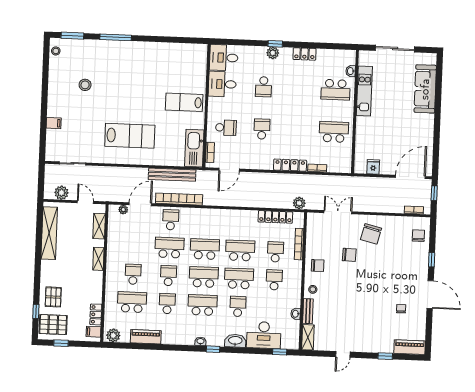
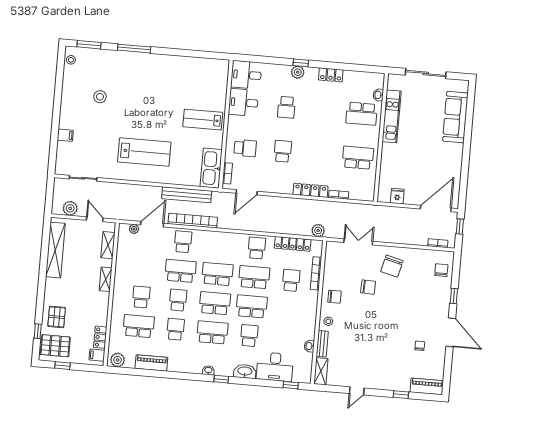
school desk: (274, 280) -> (257, 248), moved

